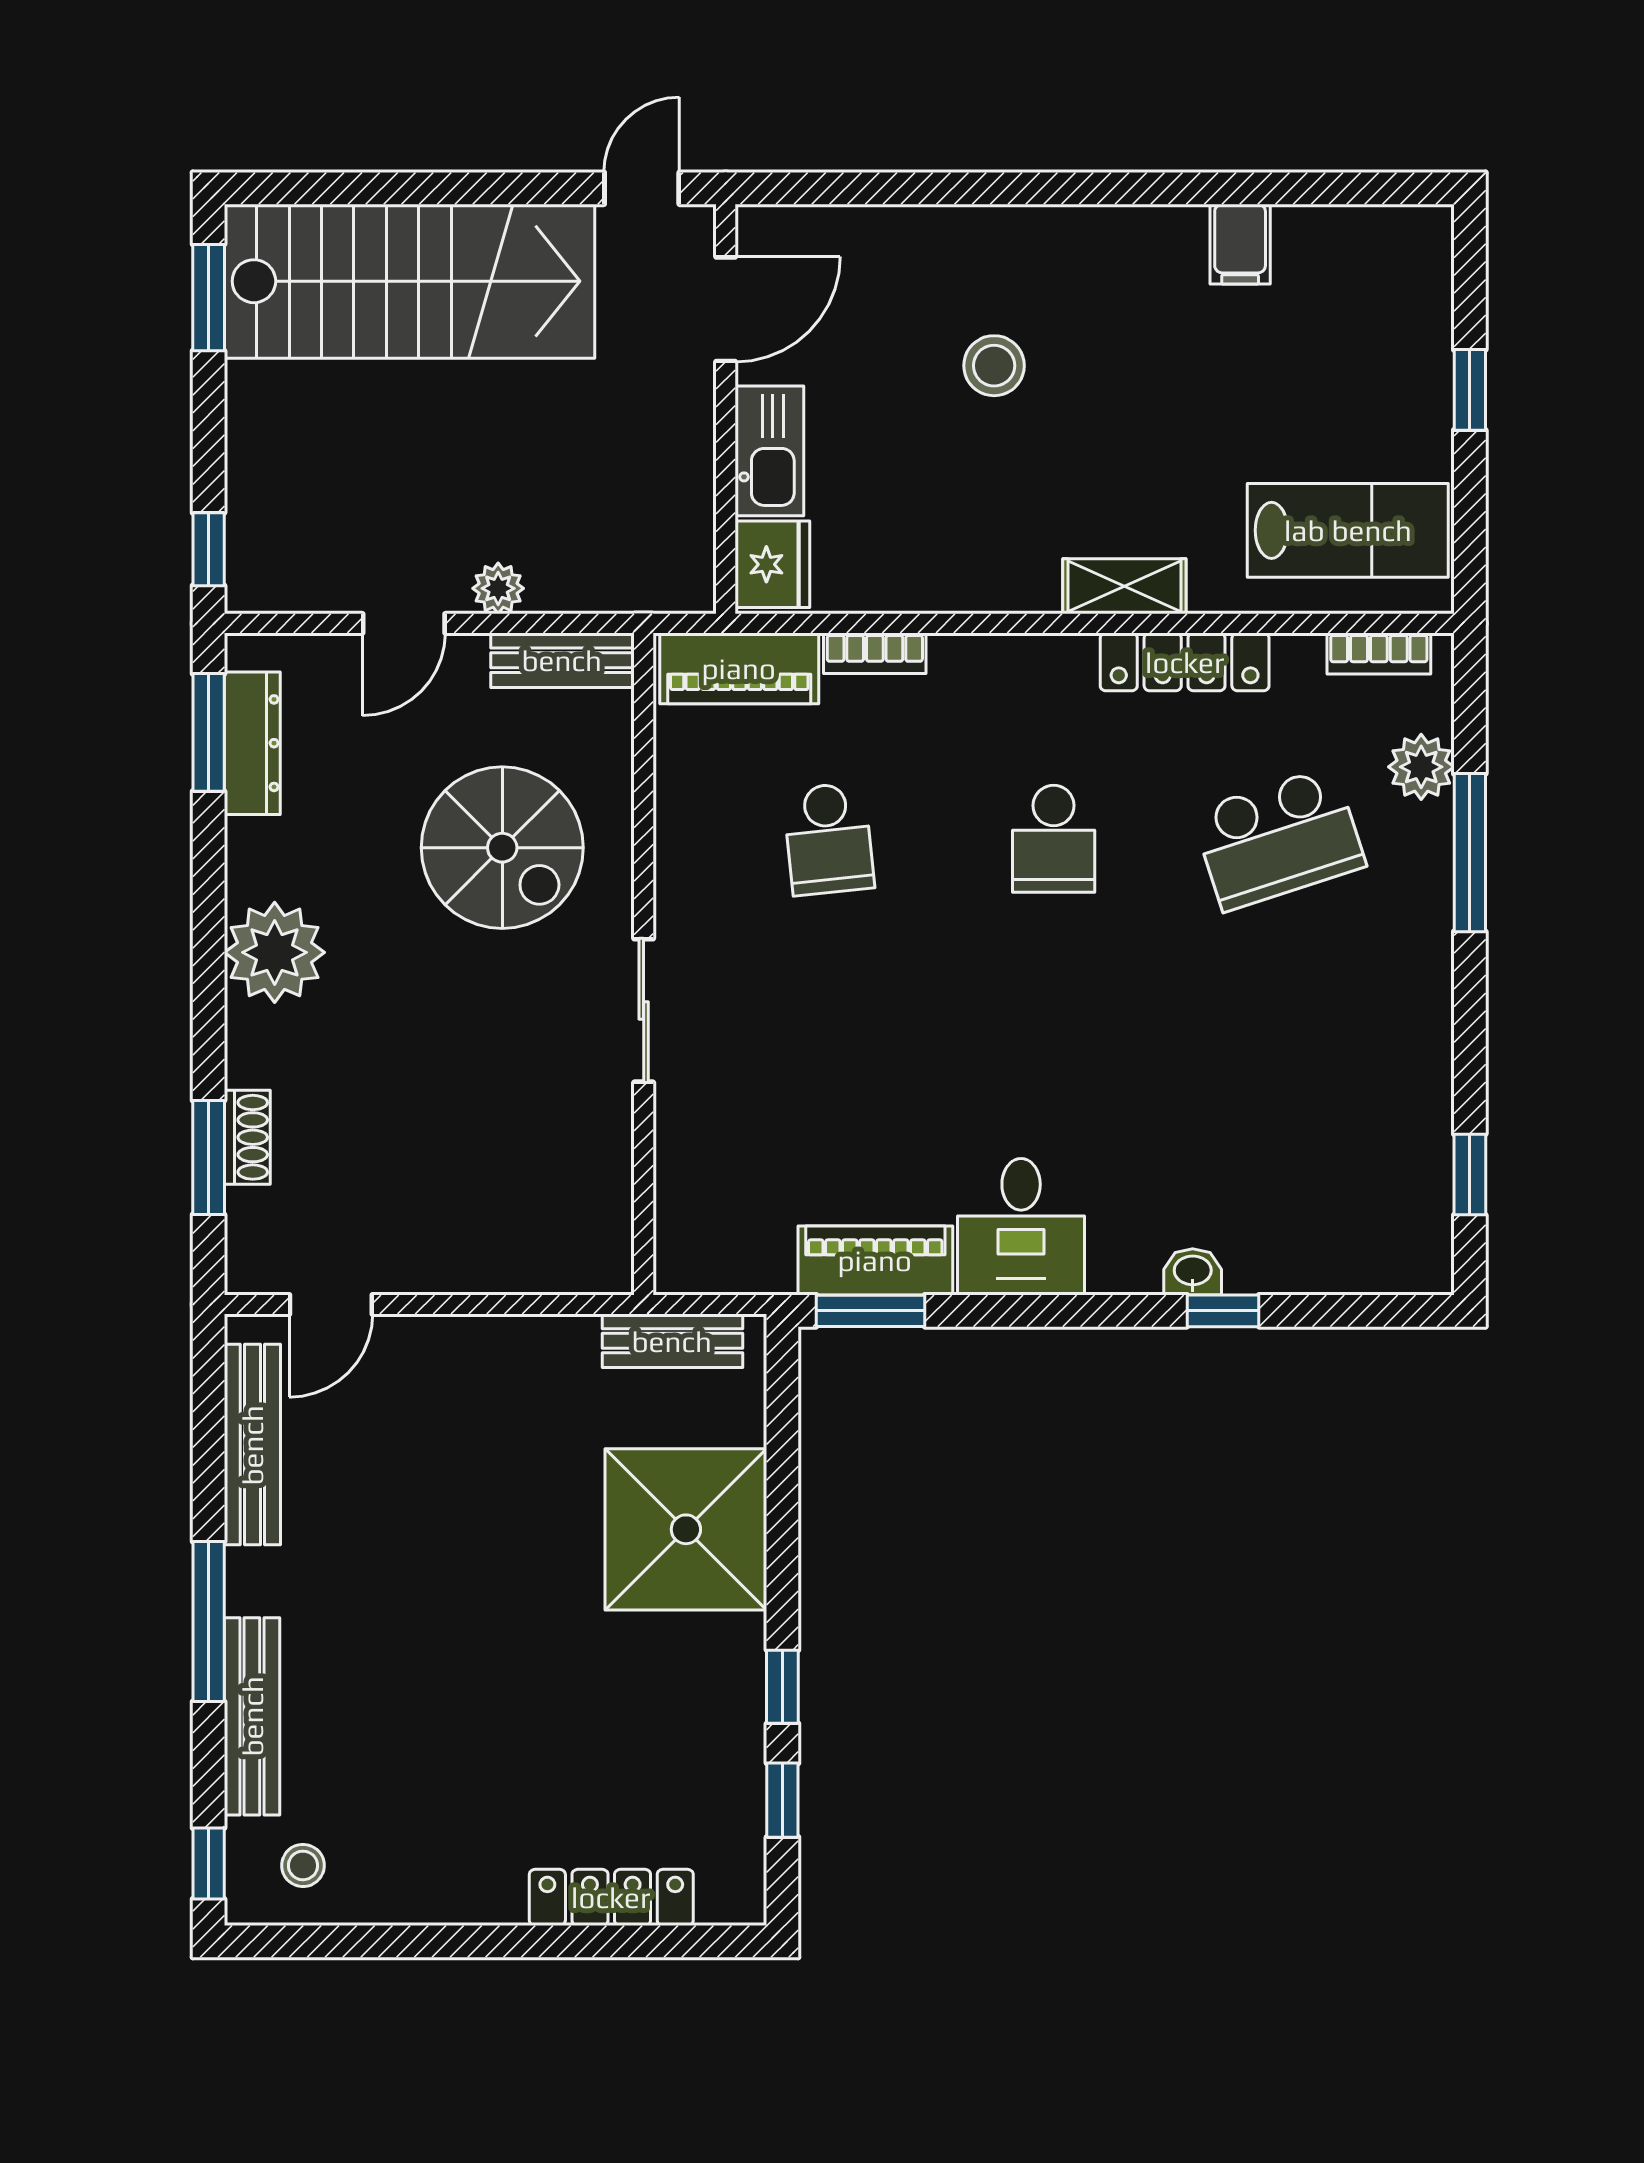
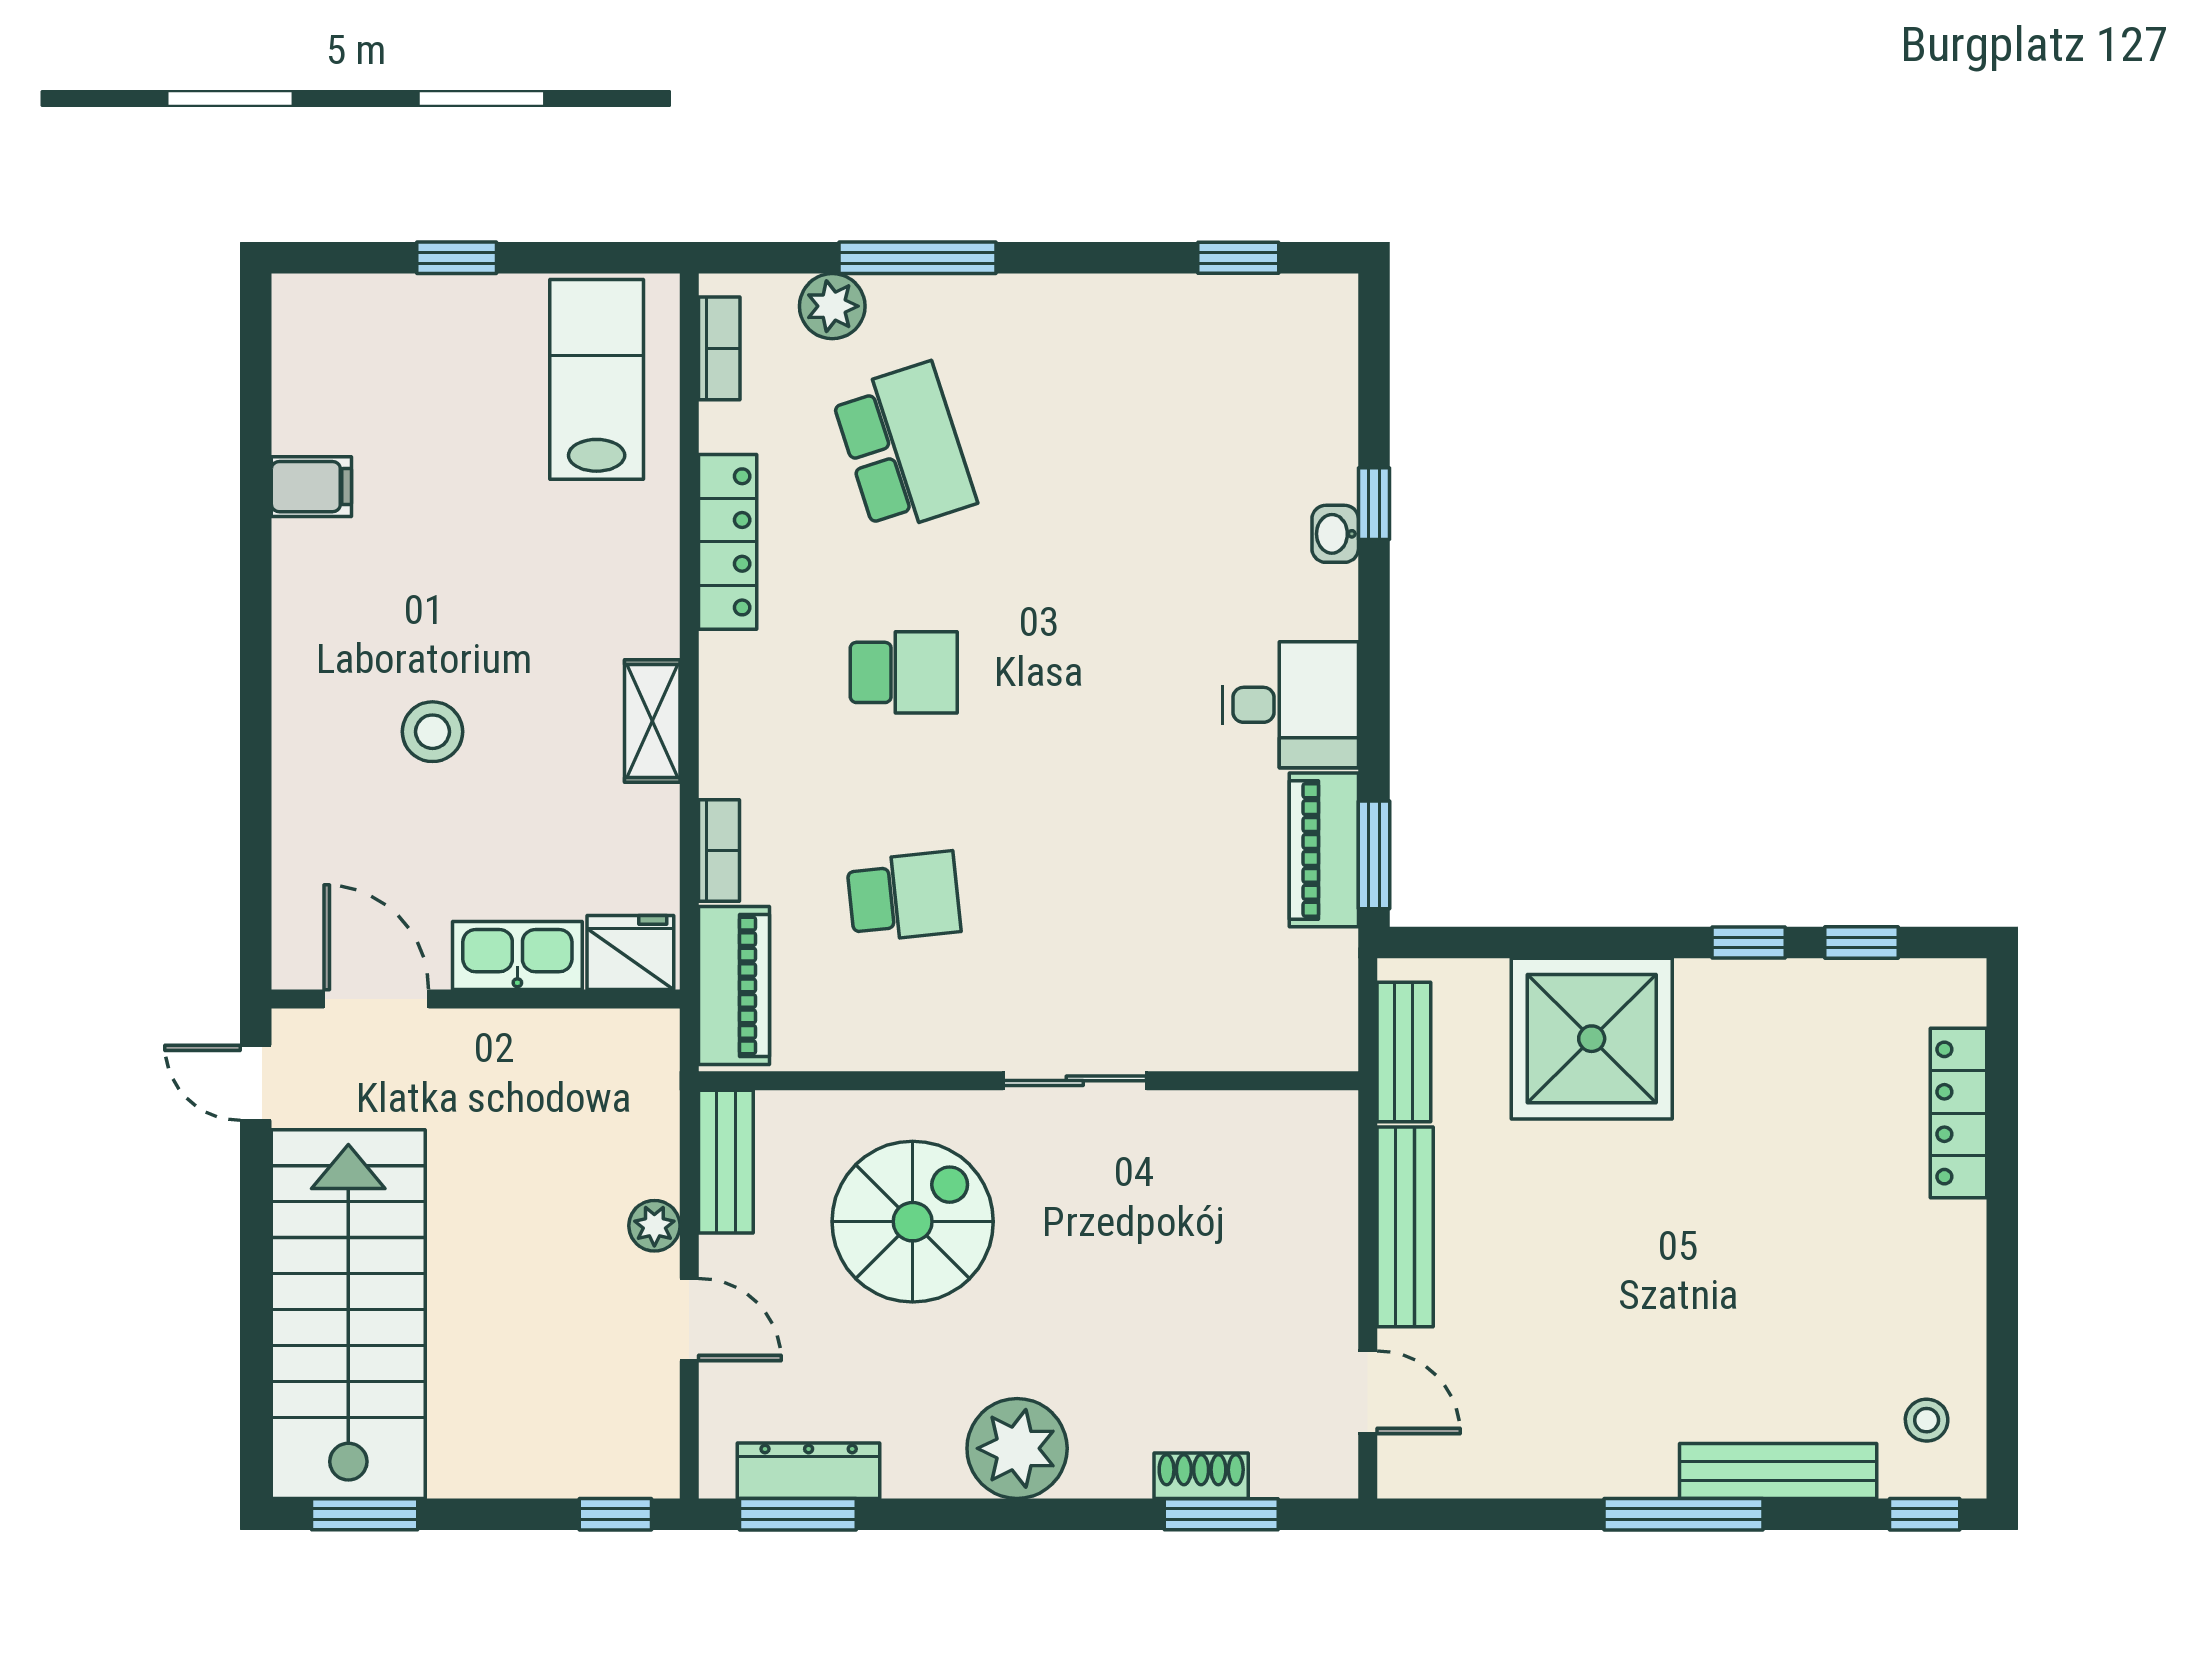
shelving: (1124, 586) -> (652, 721), moved
bench: (252, 1445) -> (1405, 1227), moved, turned 90

